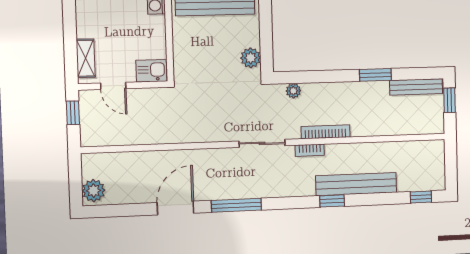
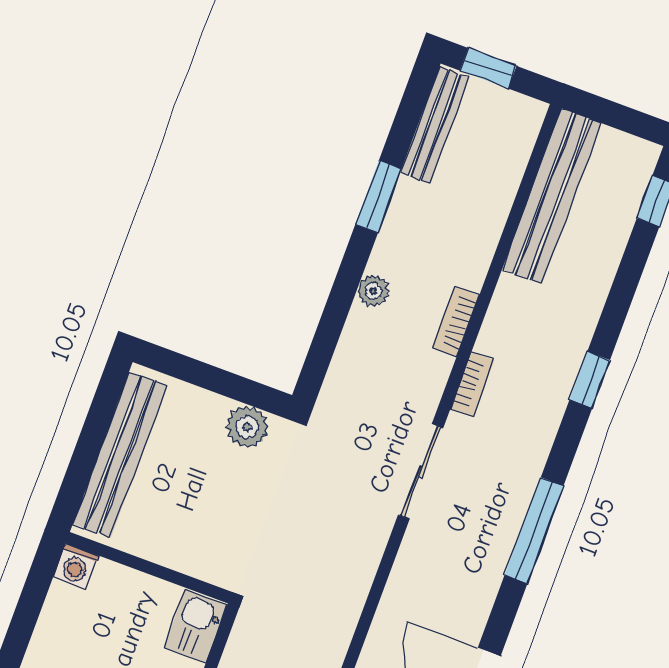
plant: (293, 91) -> (373, 291), moved
bookcase: (326, 132) -> (456, 322), width x0.64
bench: (356, 184) -> (552, 196), moved
window: (236, 205) -> (534, 530), moved

